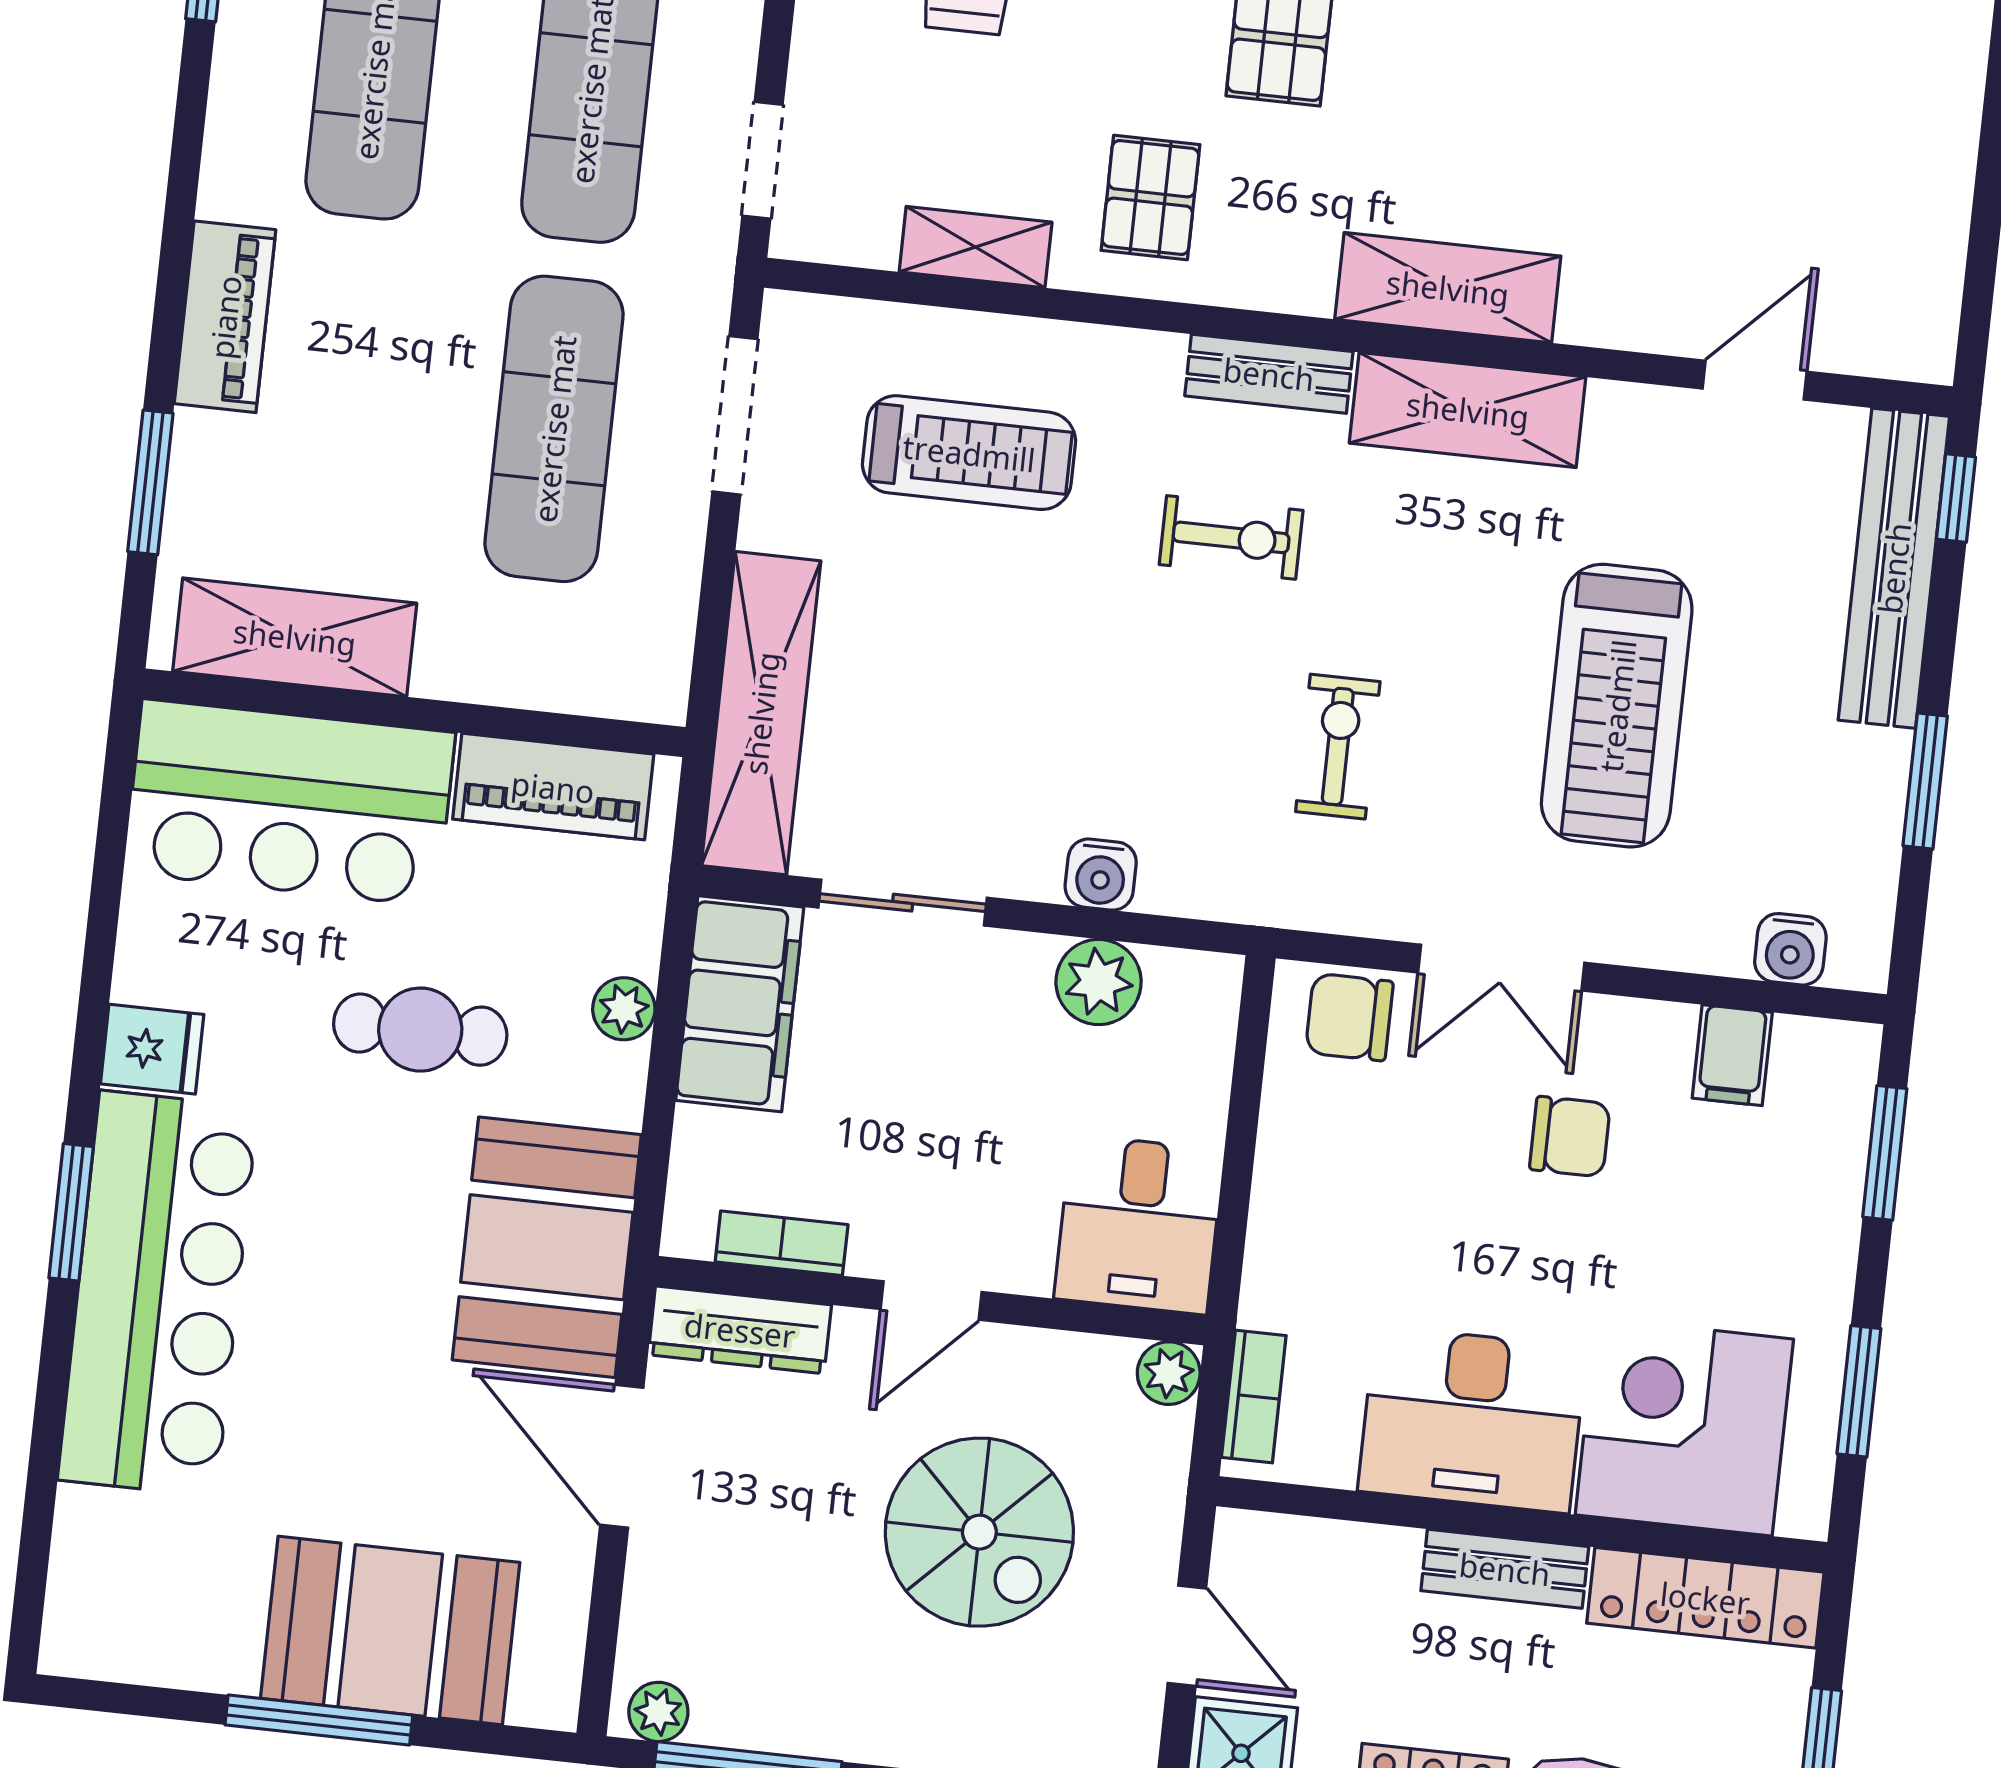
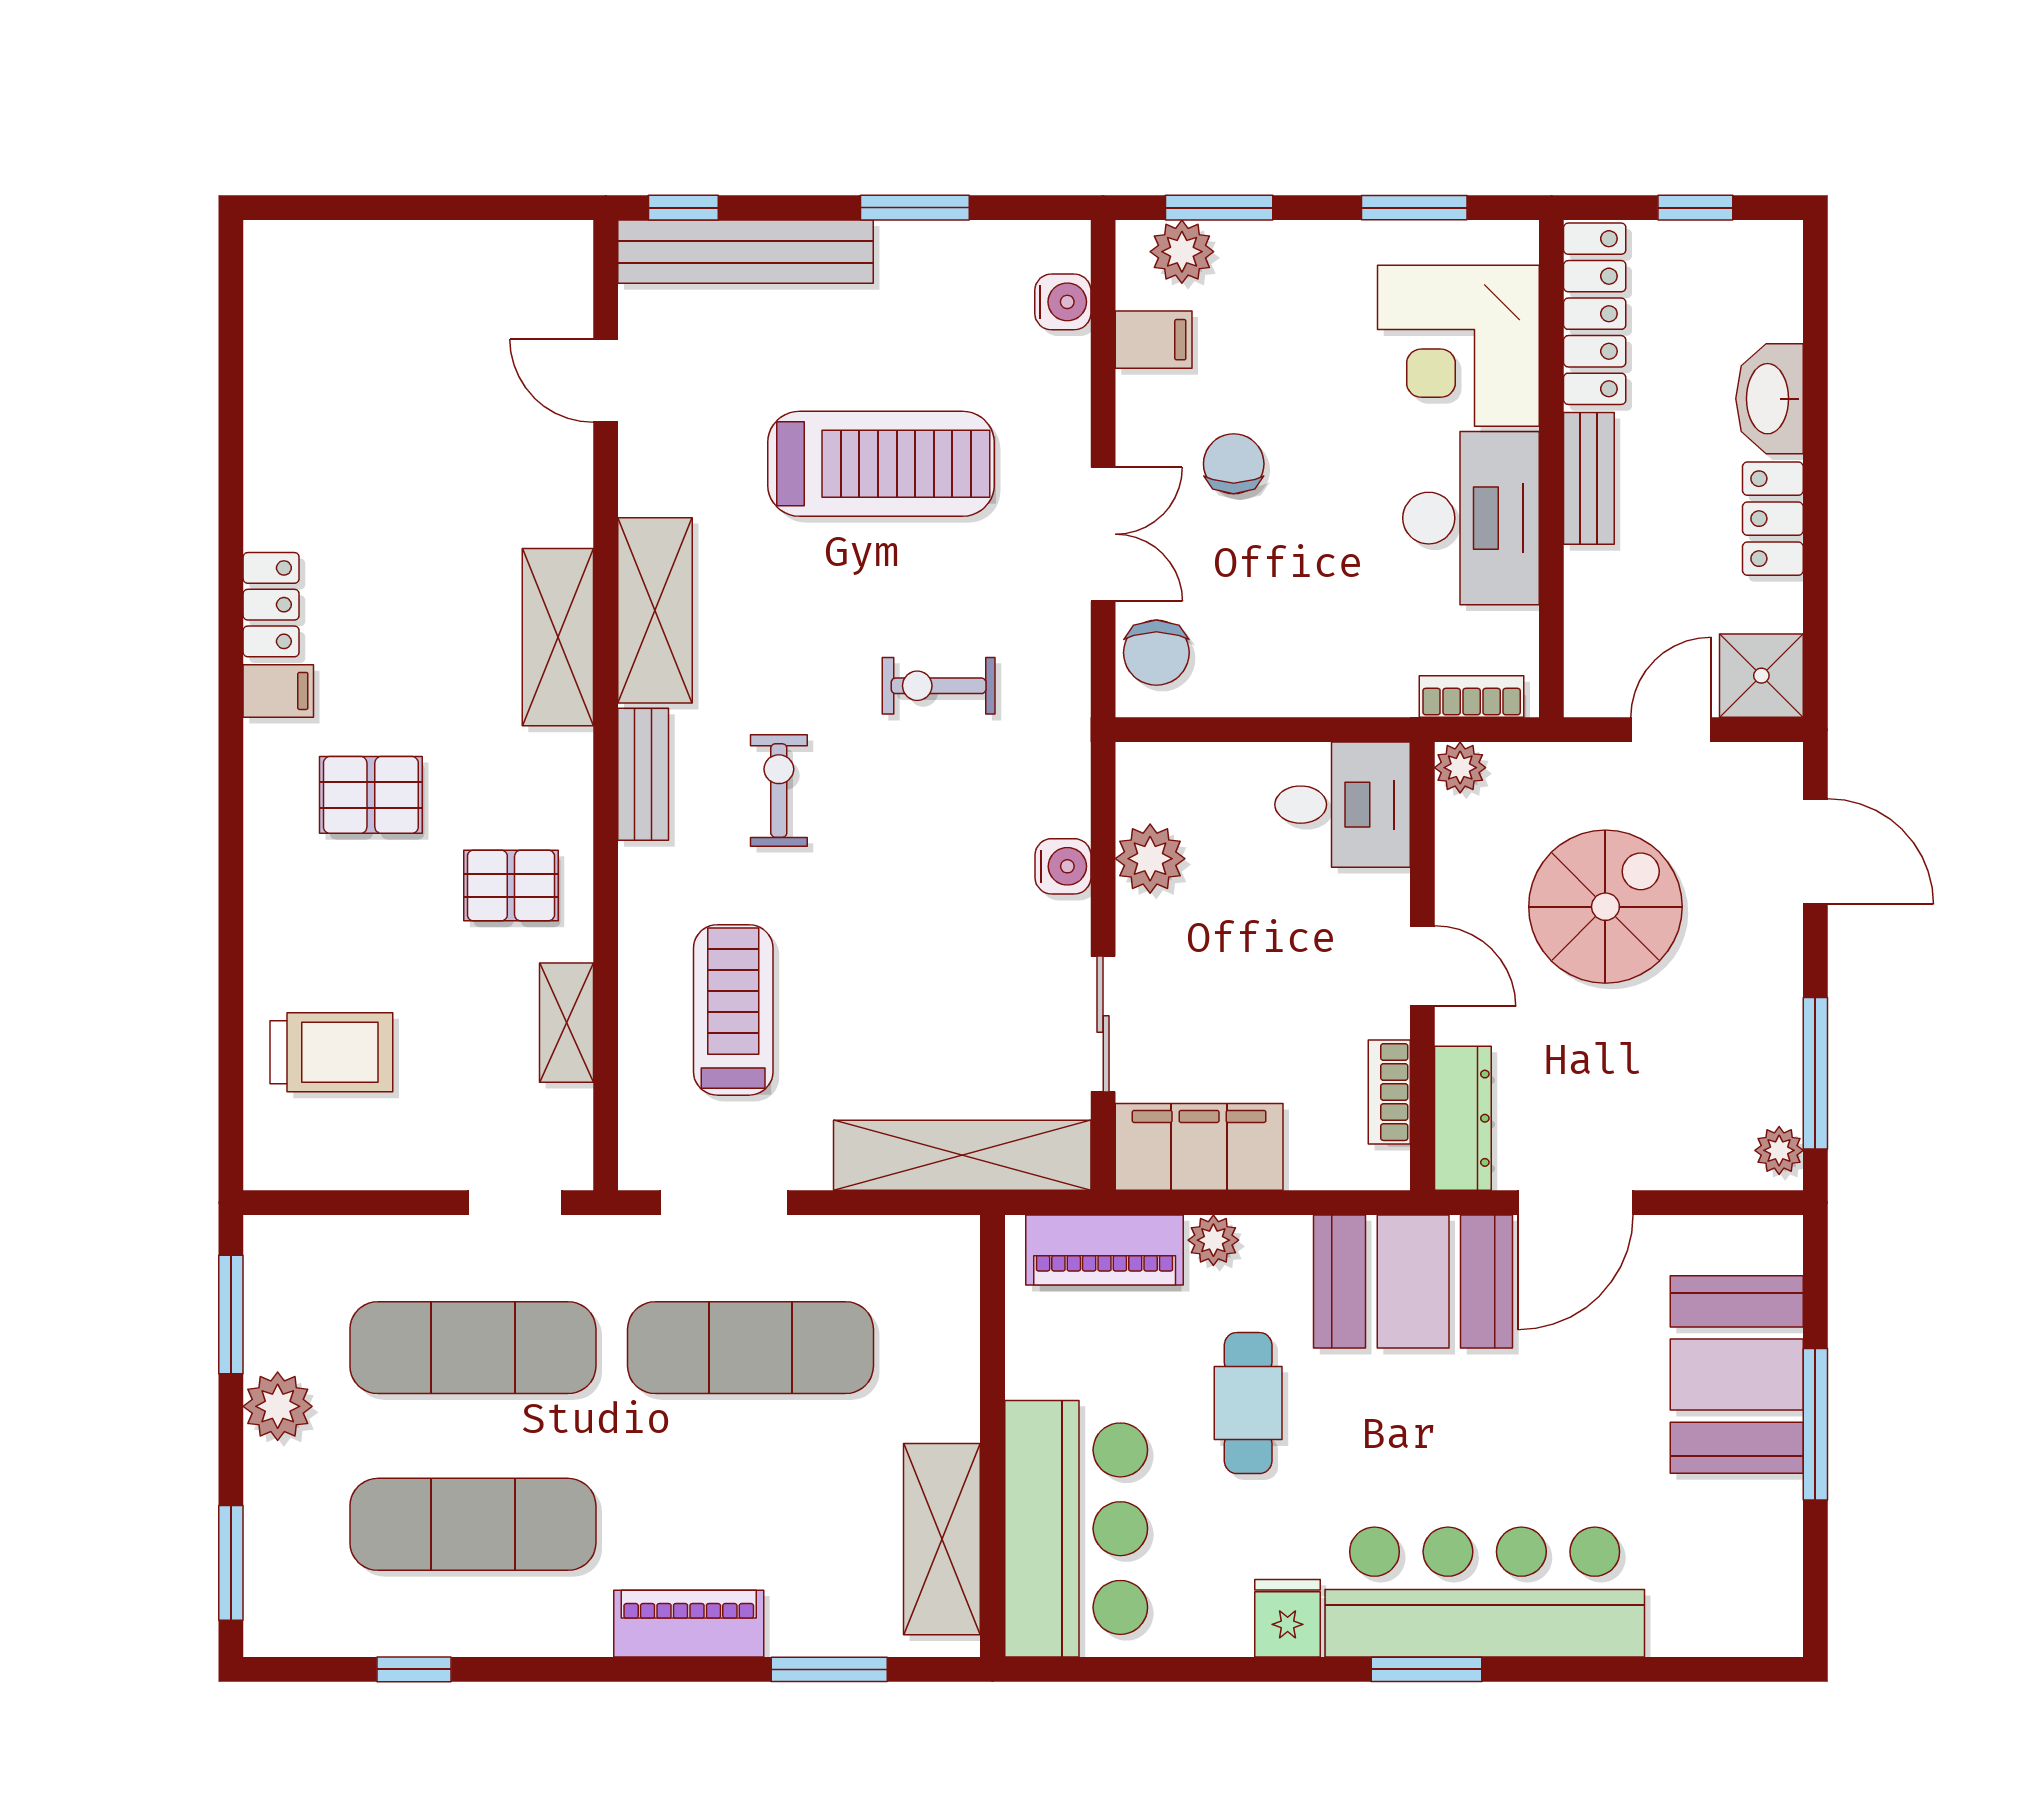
piano: (553, 787) -> (1105, 1250), moved, turned 90
plant: (1836, 1102) -> (1182, 252), added

